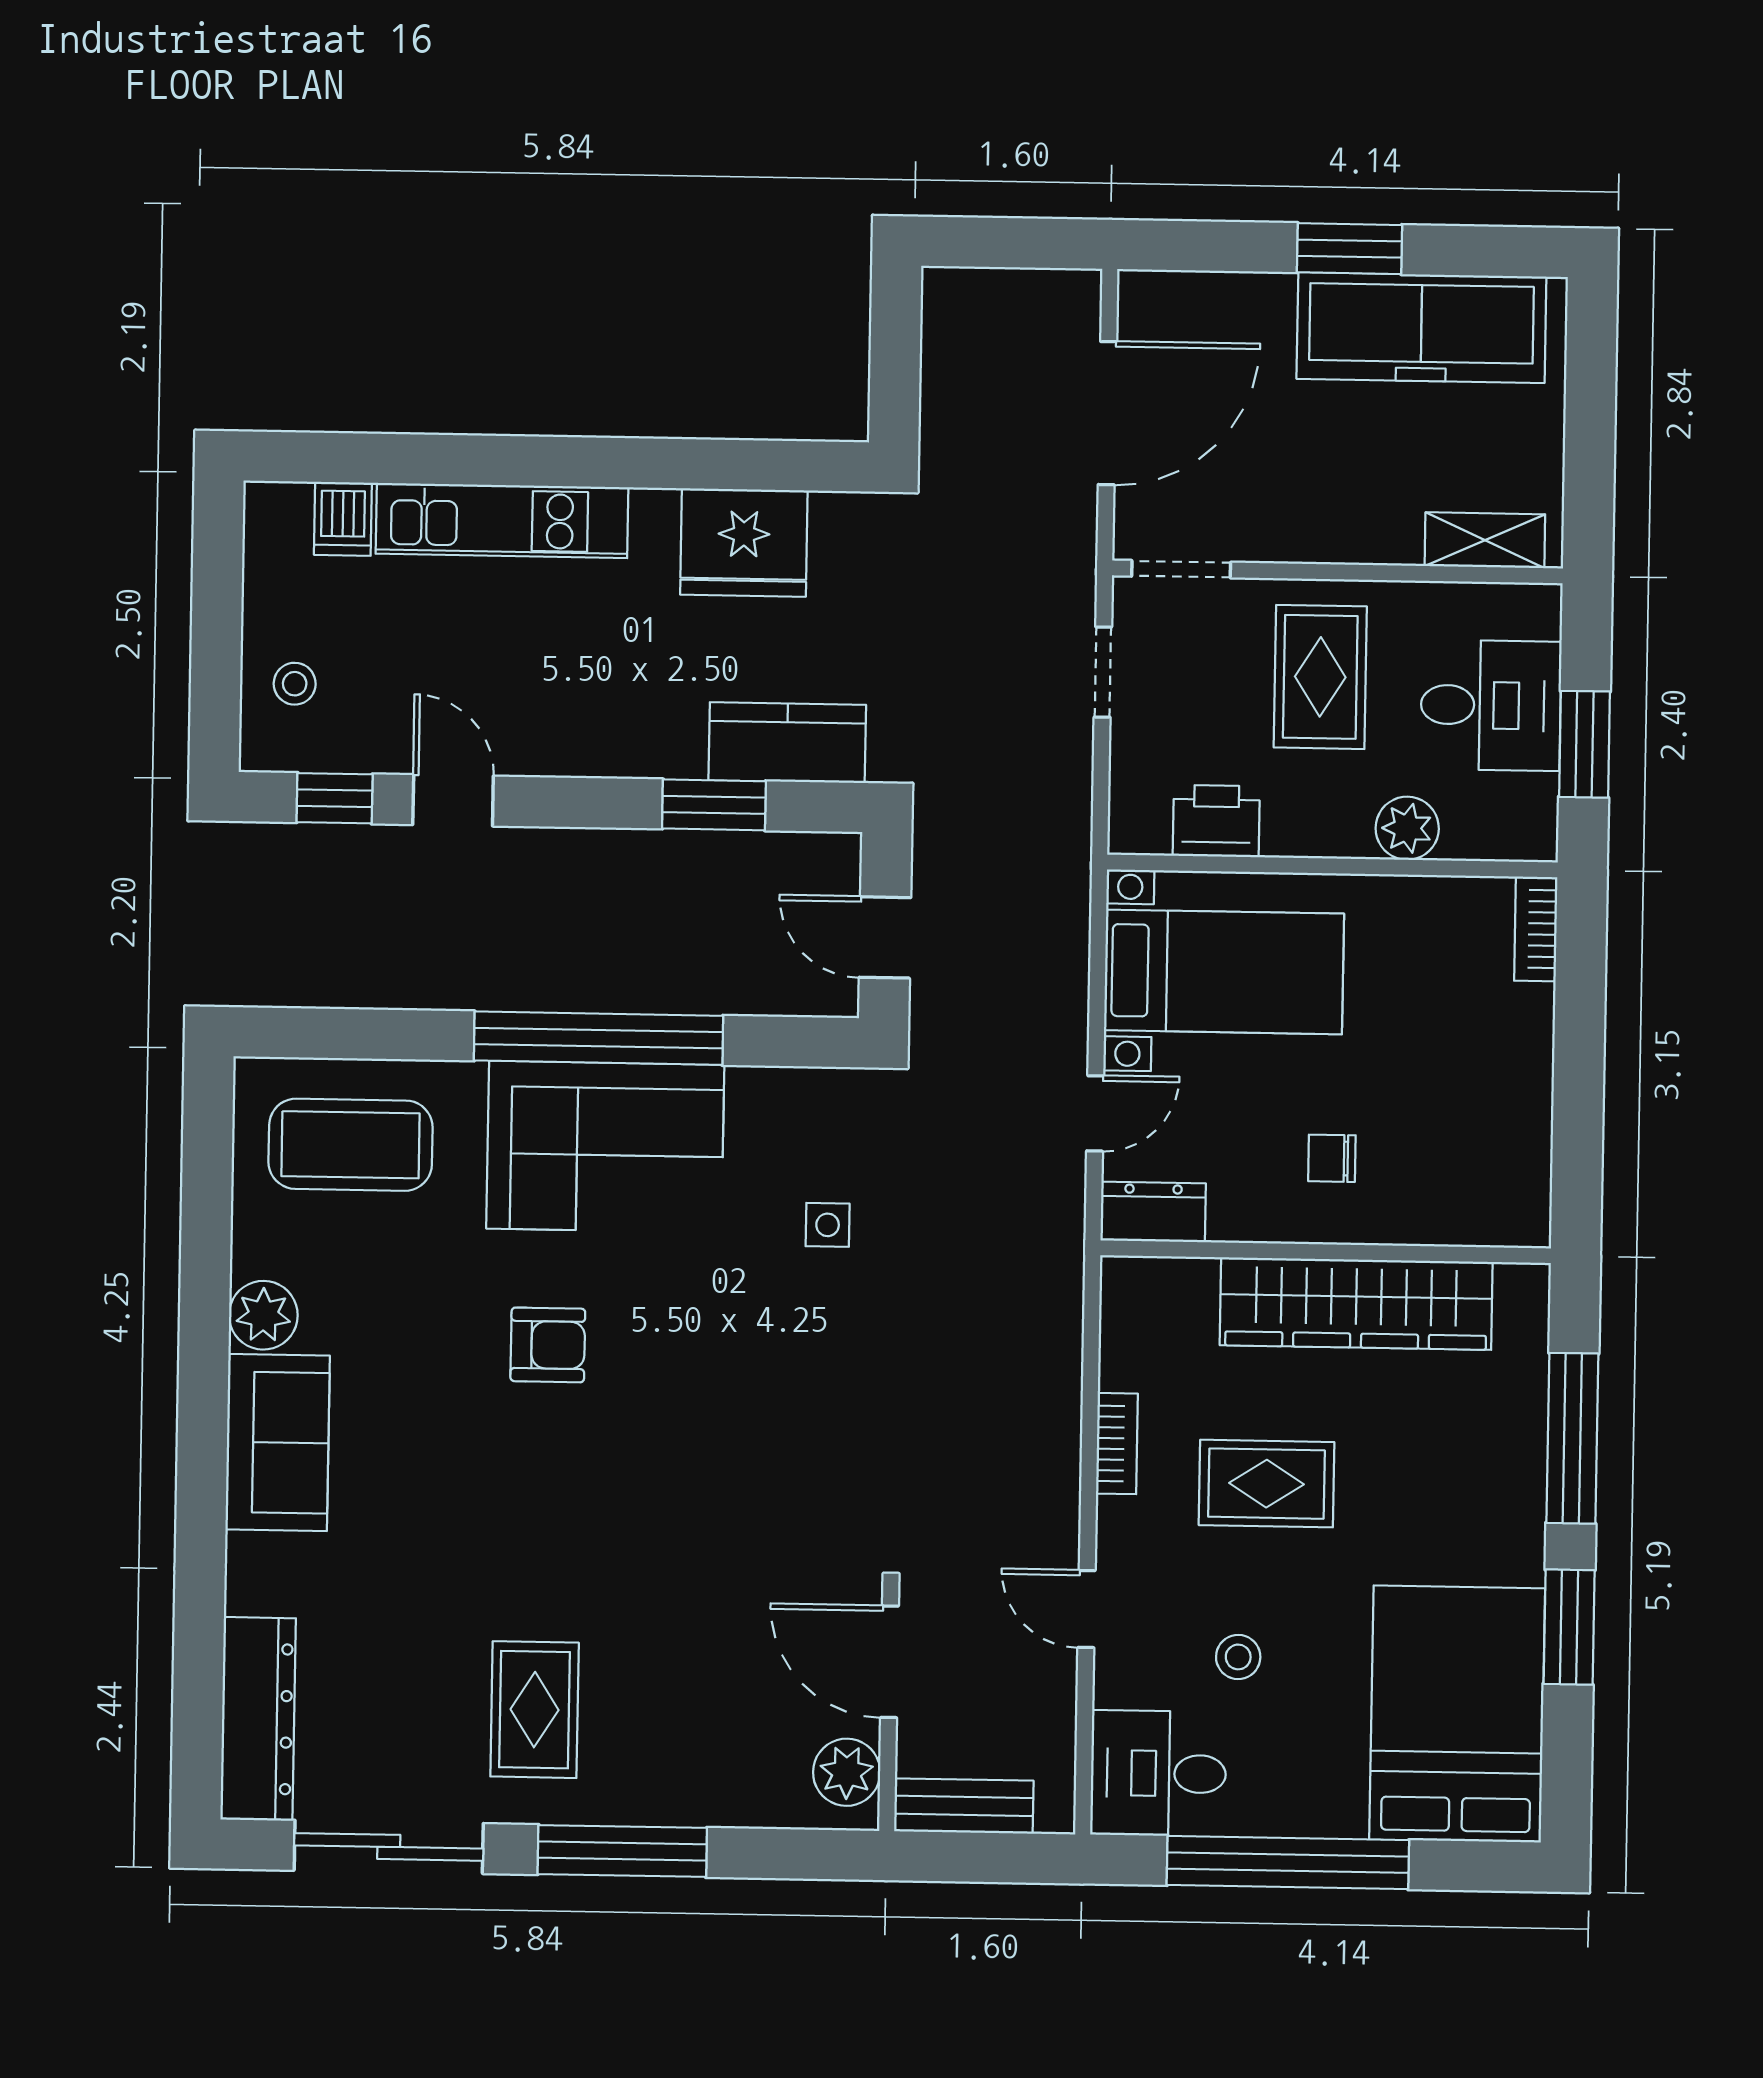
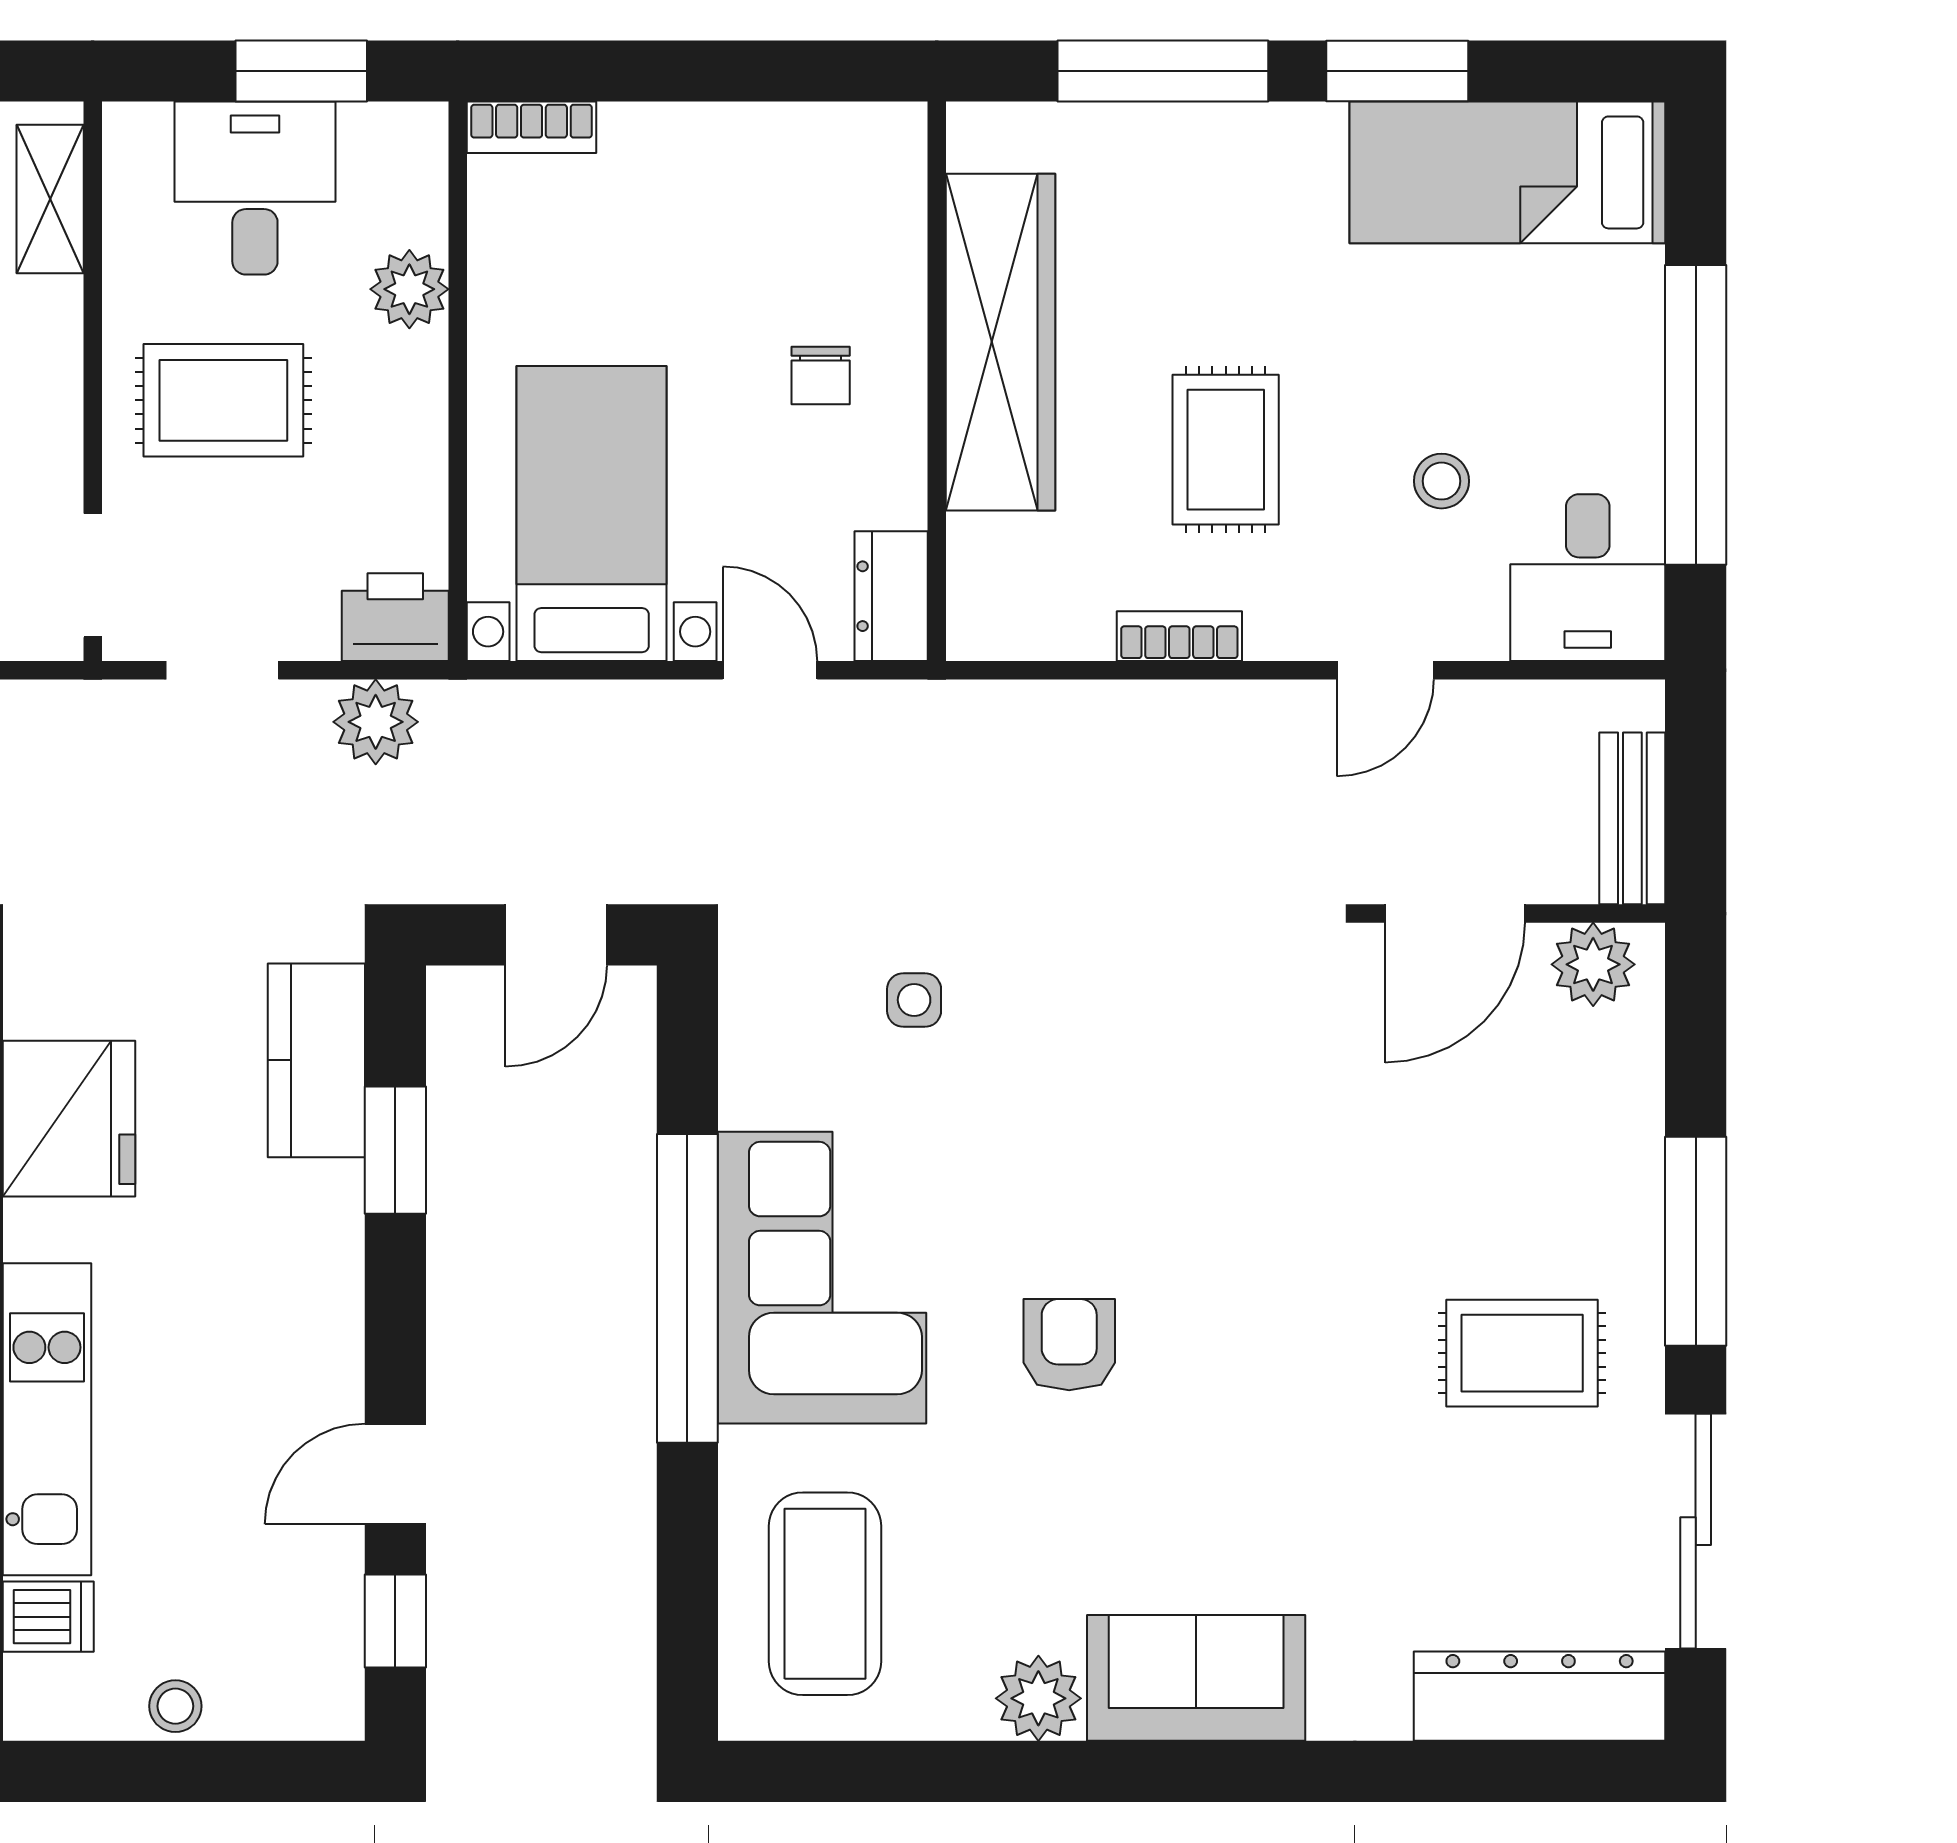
stool: (295, 684) -> (175, 1706), moved
plant: (1059, 795) -> (376, 722), added
printer: (1216, 821) -> (395, 617), moved, turned 90
bed: (1457, 1714) -> (1507, 172), width x0.67

